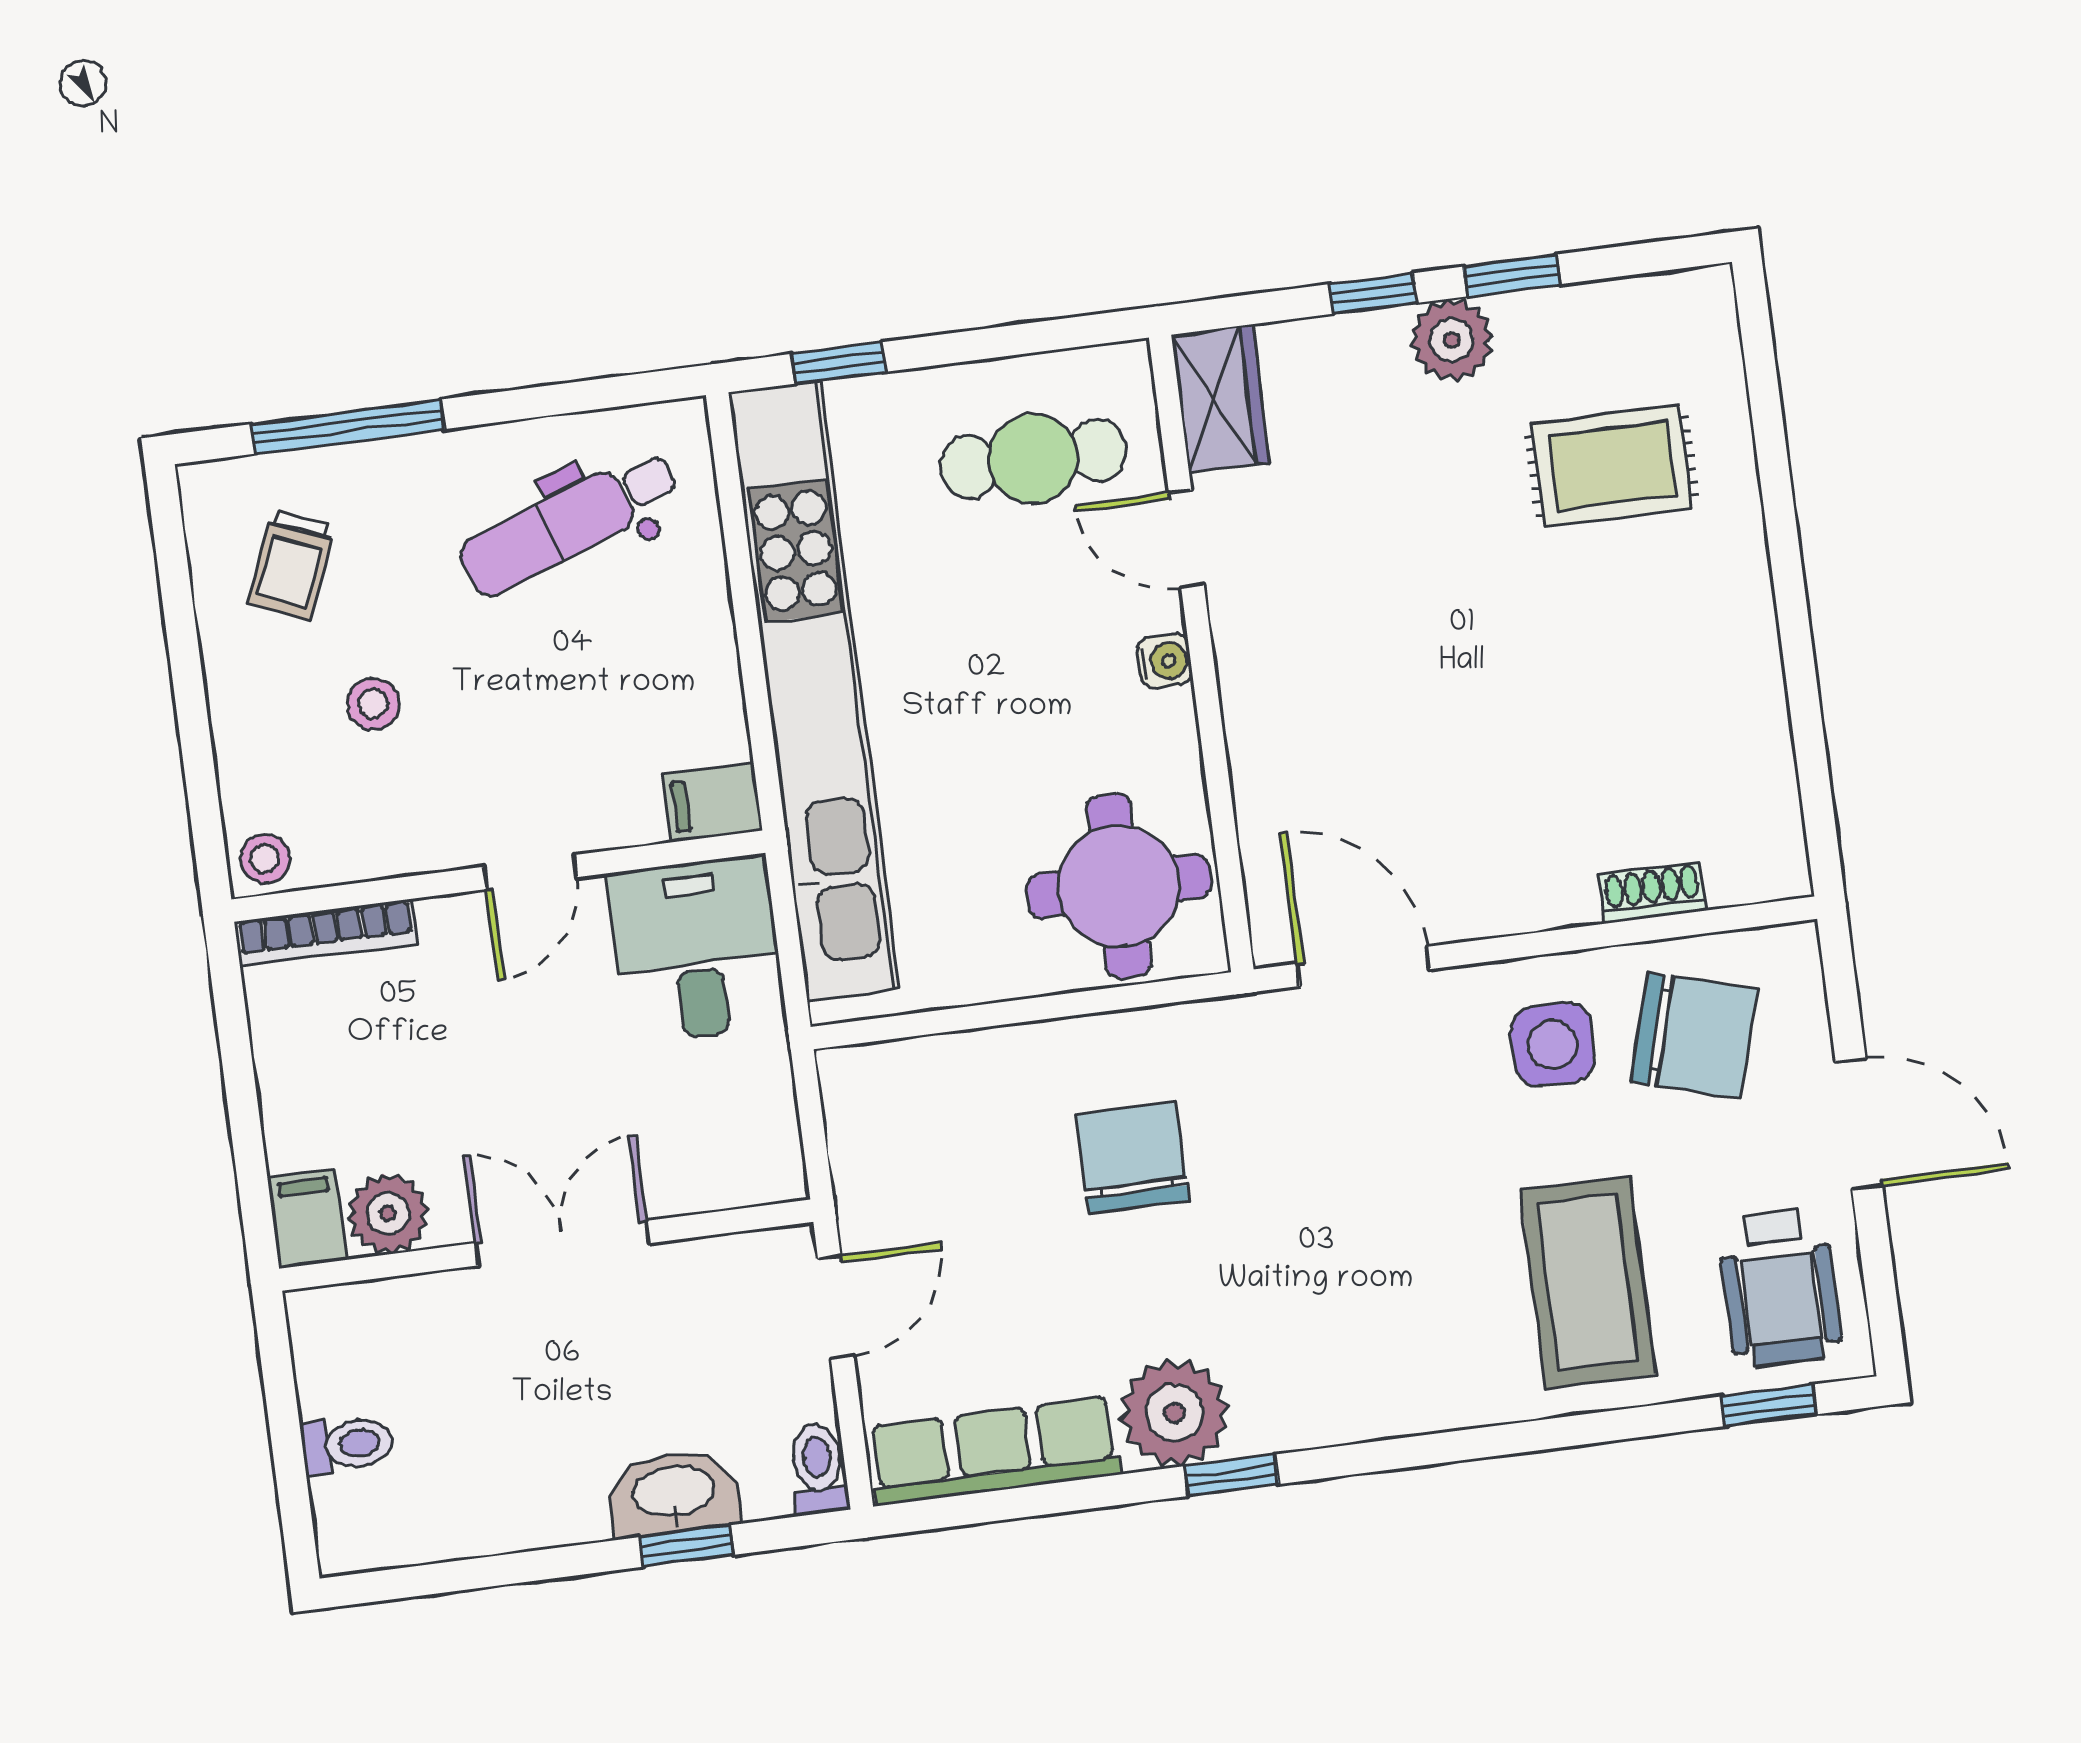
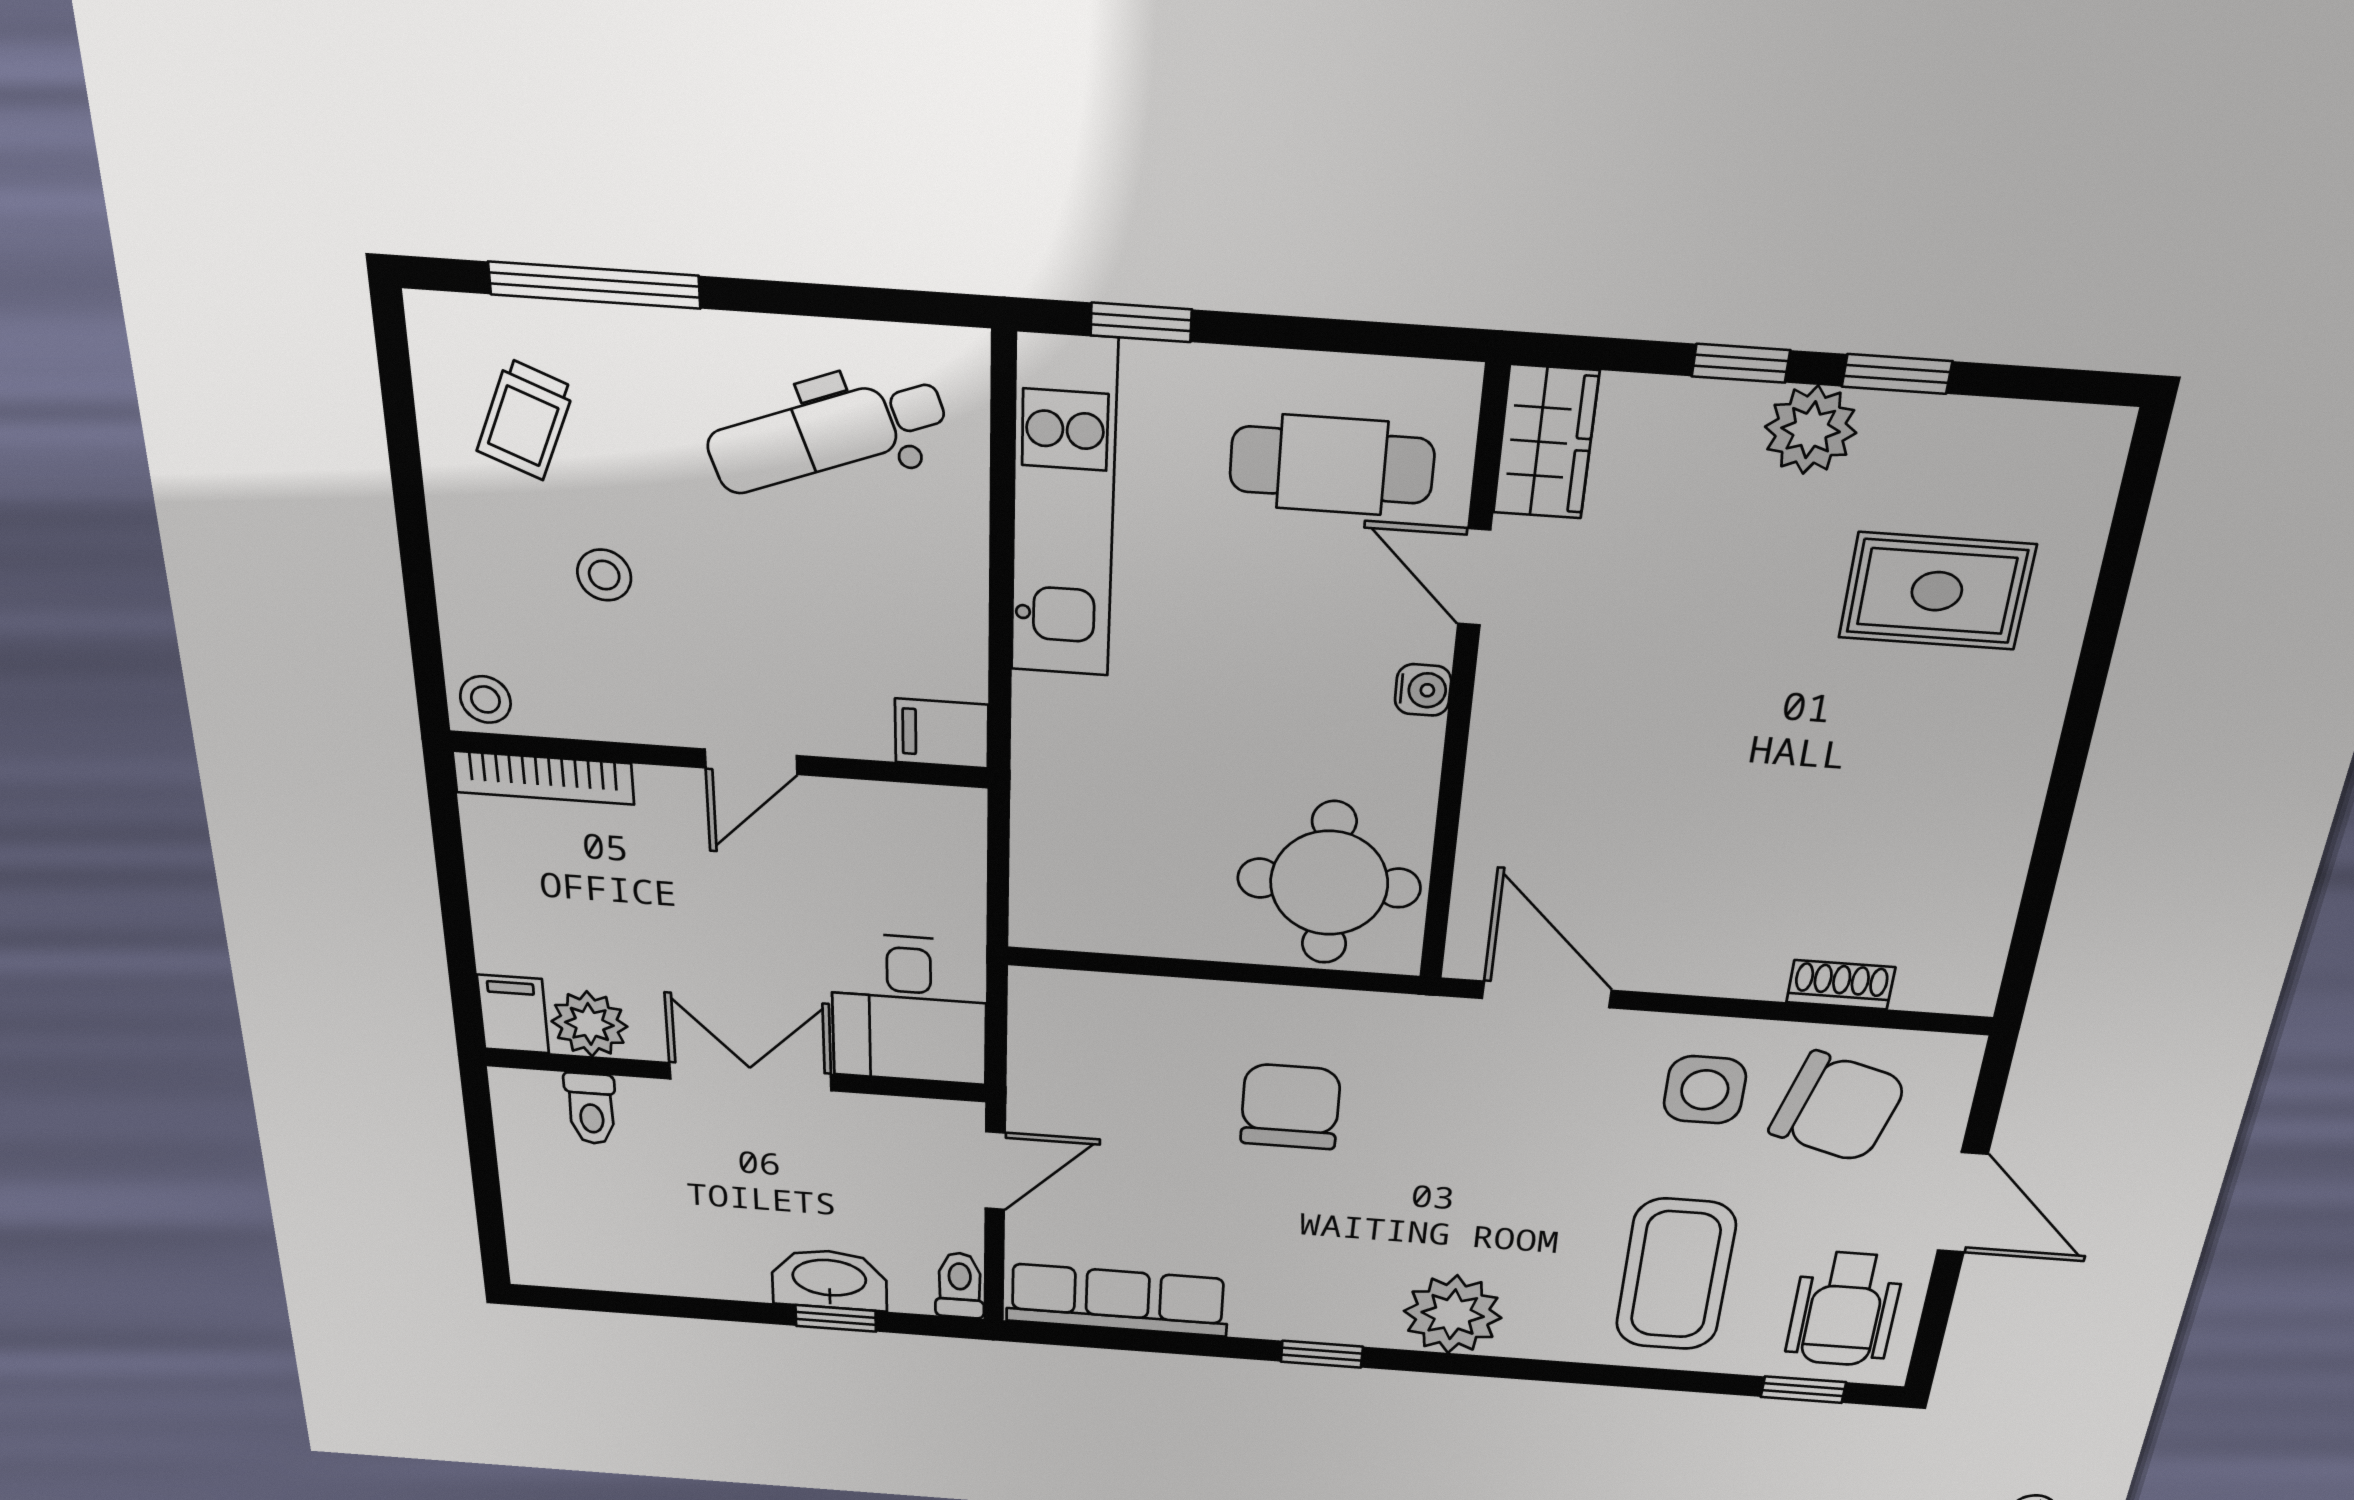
kitchen unit: (814, 691) -> (1063, 509), width x0.54
desk: (697, 949) -> (909, 1009), moved, turned 180
plant: (1175, 1413) -> (1453, 1314), moved
toilet: (347, 1445) -> (591, 1109), moved, turned 90

